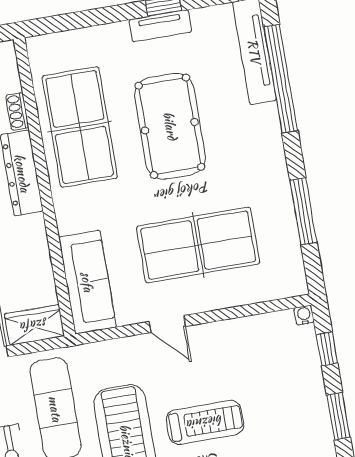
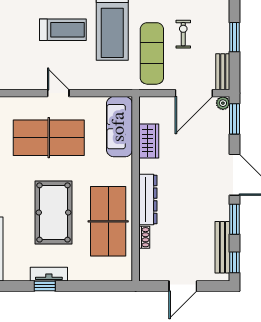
door: (167, 324) -> (58, 93), moved
wardrobe: (34, 325) -> (149, 141), moved, turned -90
treadmill: (205, 422) -> (63, 30), turned 180

